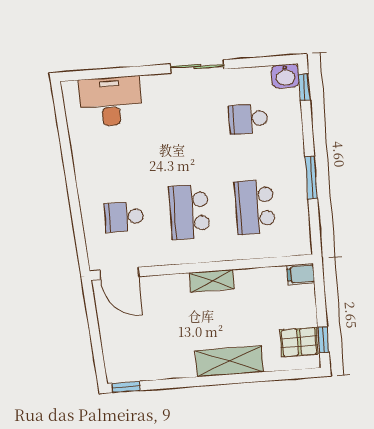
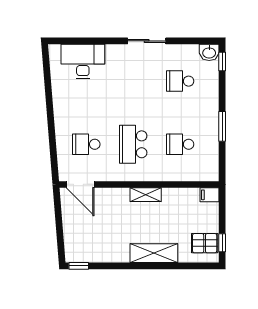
school desk: (255, 207) -> (180, 144), width x0.54

